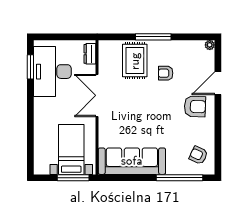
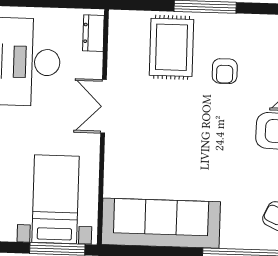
armchair: (166, 73) -> (225, 71), turned -90
double door: (97, 95) -> (104, 106), width x0.73

